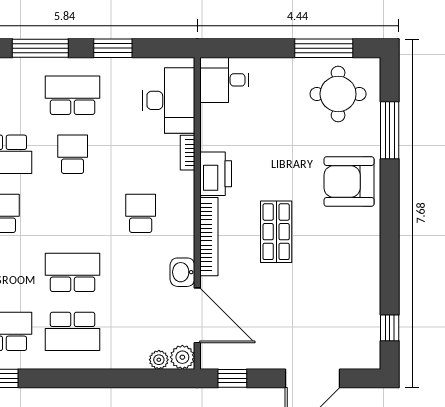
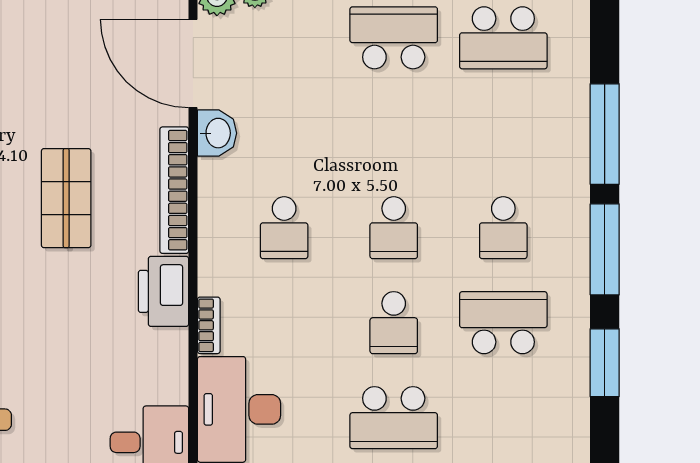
school desk: (73, 272) -> (394, 228), moved, width x0.54

